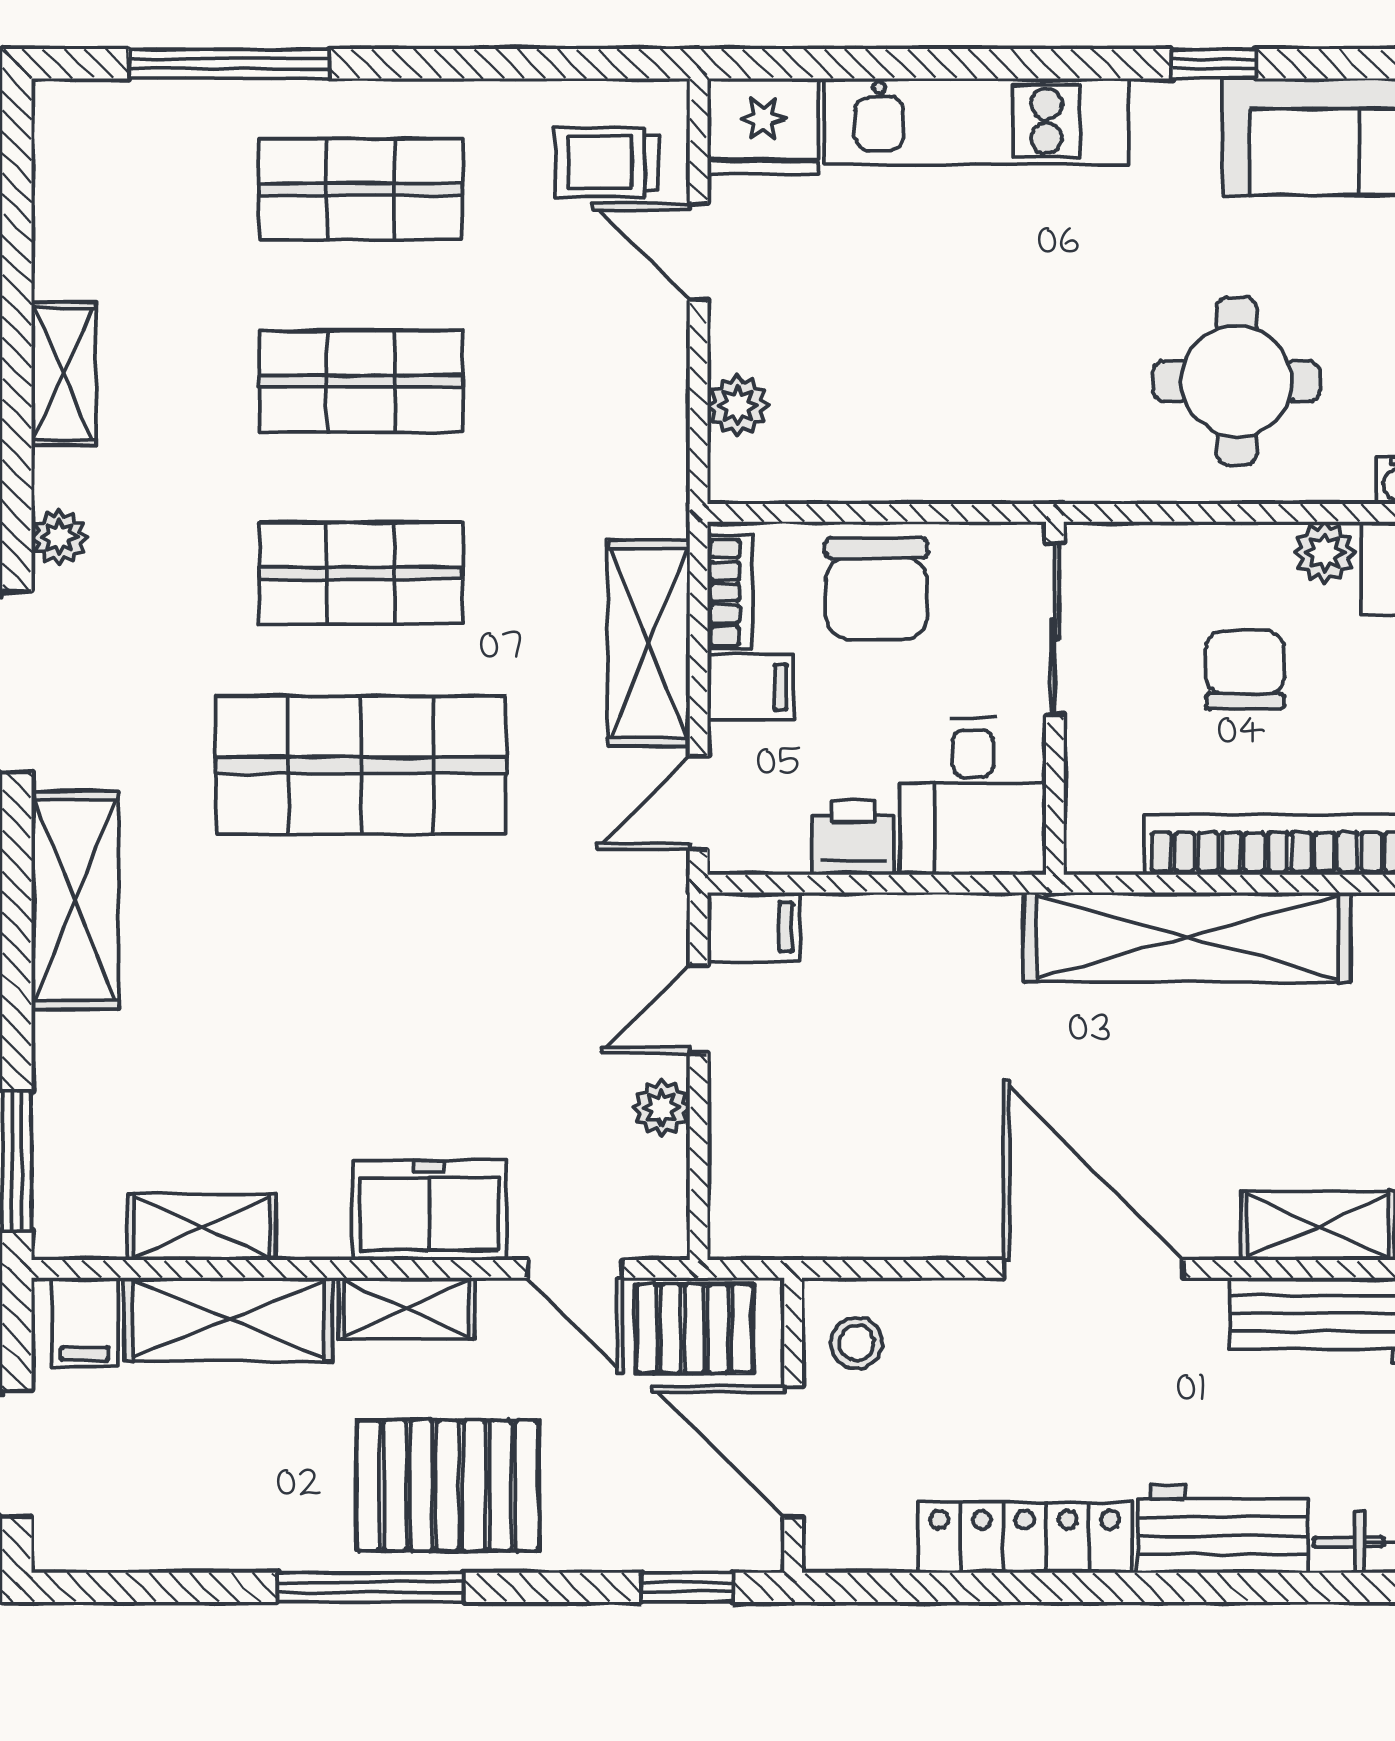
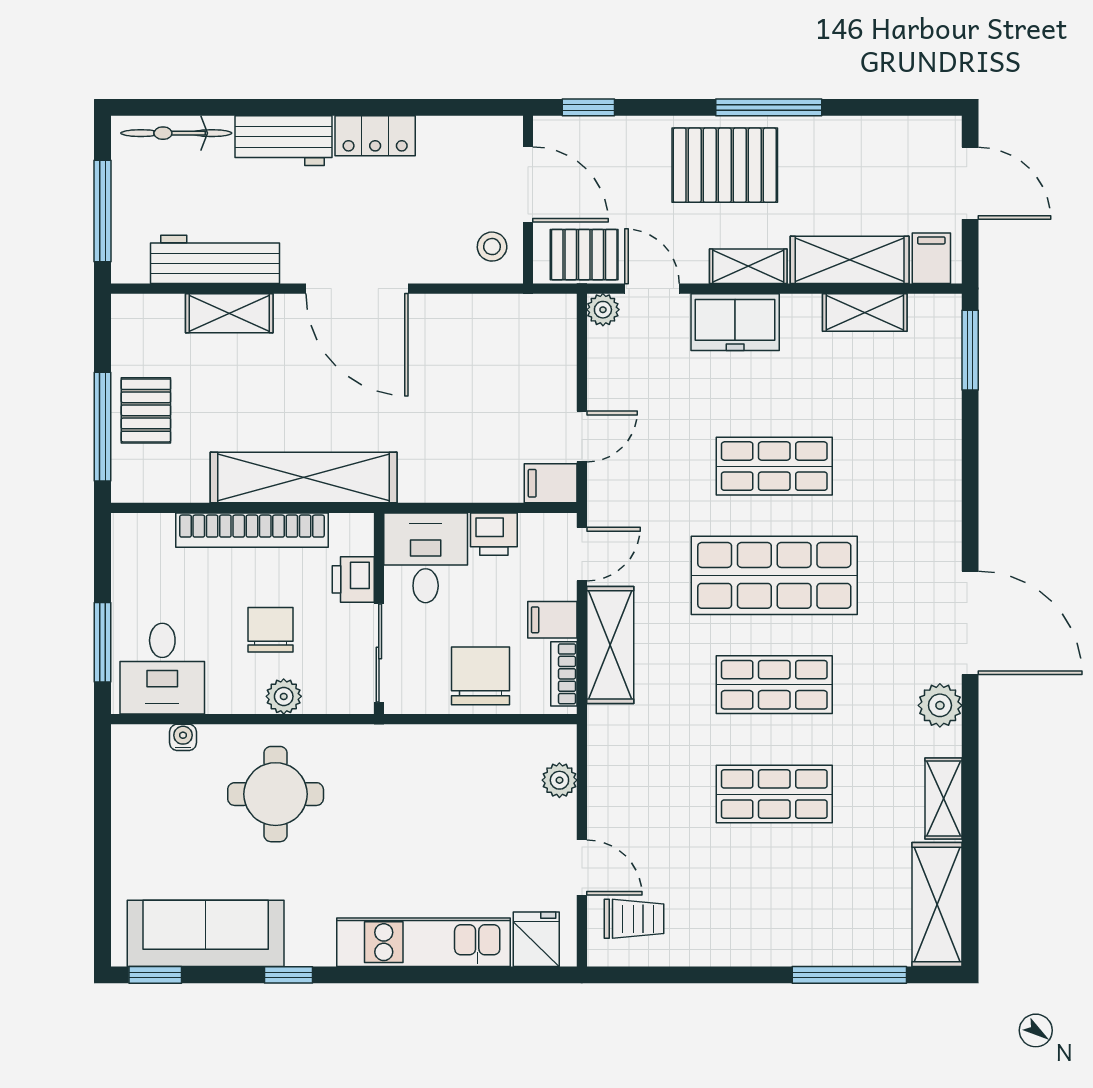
fridge: (763, 126) -> (536, 939), width x0.72
shop shelf: (361, 189) -> (774, 466), moved
plant: (59, 537) -> (940, 705), width x1.38, depth x1.38
plant: (1325, 553) -> (284, 696), moved
chair: (1245, 670) -> (271, 630), turned 180
printer: (1100, 758) -> (353, 579), added
shelving: (75, 901) -> (937, 904), moved
plant: (662, 1108) -> (603, 310), moved
locker: (1025, 1537) -> (375, 136), width x0.66

